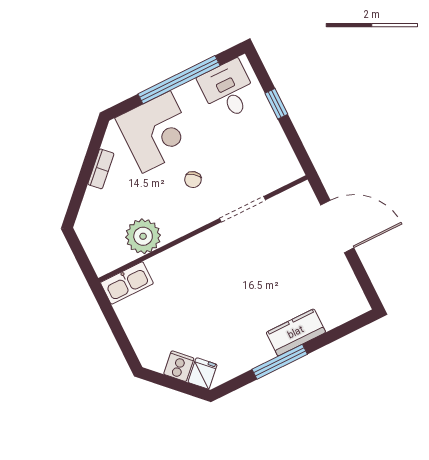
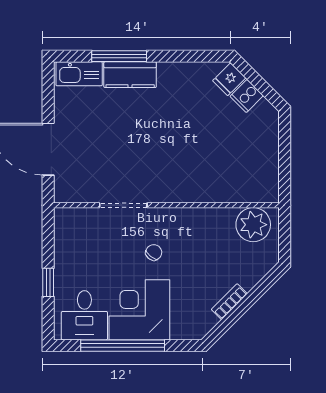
corner desk: (156, 132) -> (139, 310), moved
plant: (143, 236) -> (253, 225), moved
kitchen sink: (127, 283) -> (79, 74), moved, turned 180
window: (280, 362) -> (119, 56), moved

